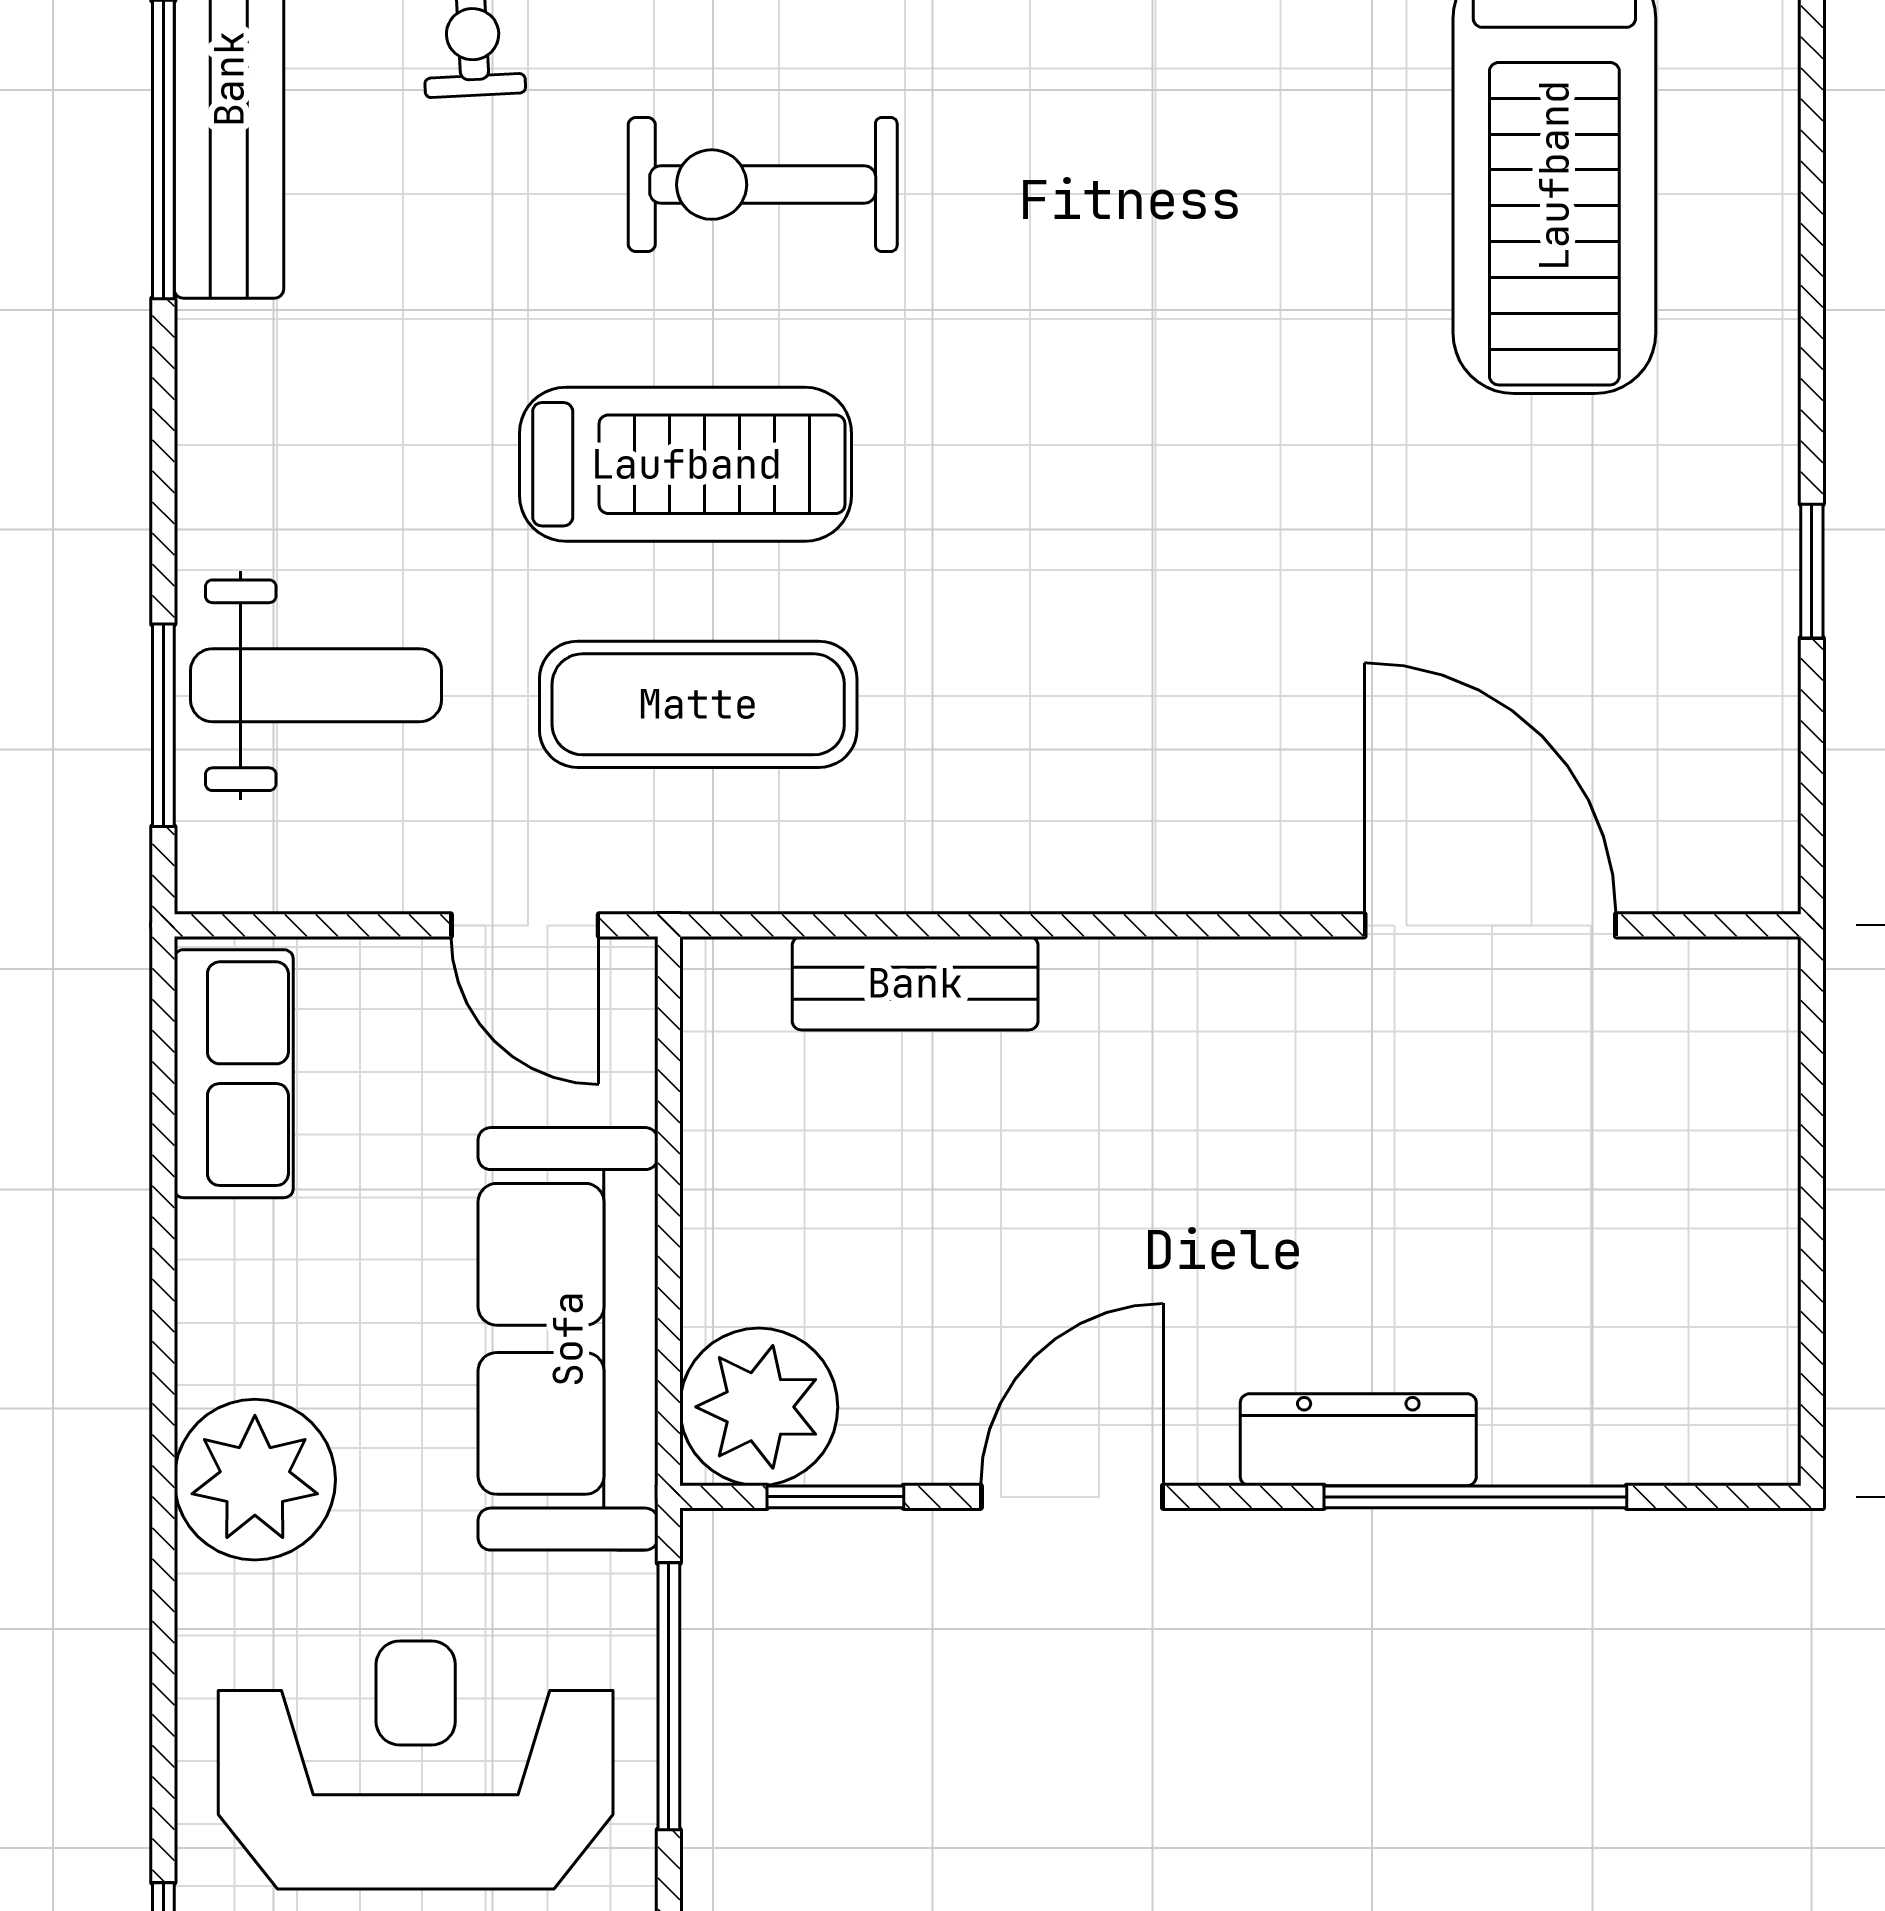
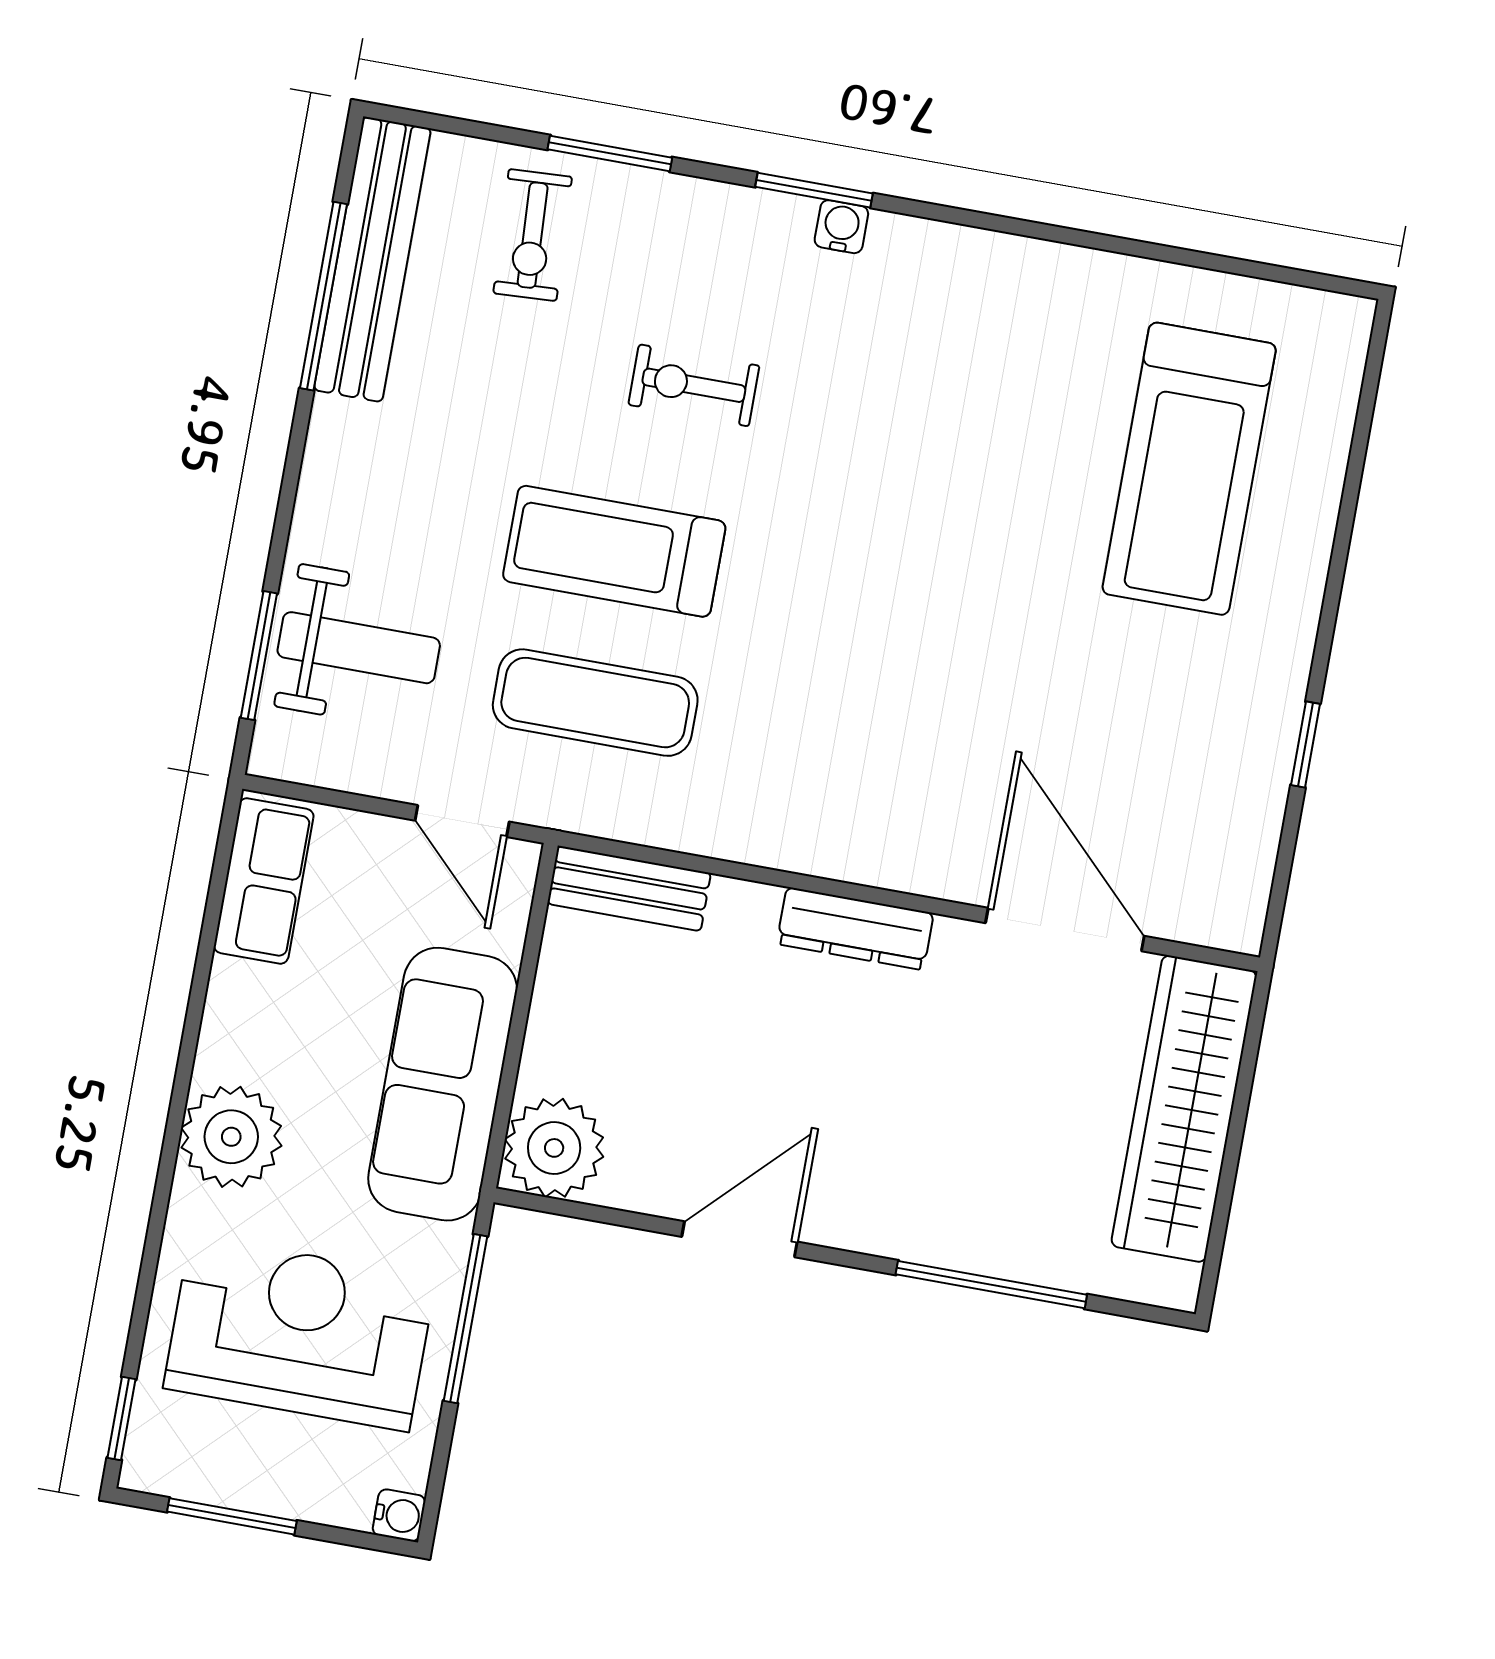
exercise bike: (763, 185) -> (694, 385), width x0.73, depth x0.72
treadmill: (686, 464) -> (614, 551), turned 180
bench: (915, 983) -> (629, 888), moved
wardrobe: (1725, 1170) -> (1184, 1109), added
dresser: (1358, 1440) -> (855, 929), moved, turned 180
window: (835, 1497) -> (592, 1213), removed

